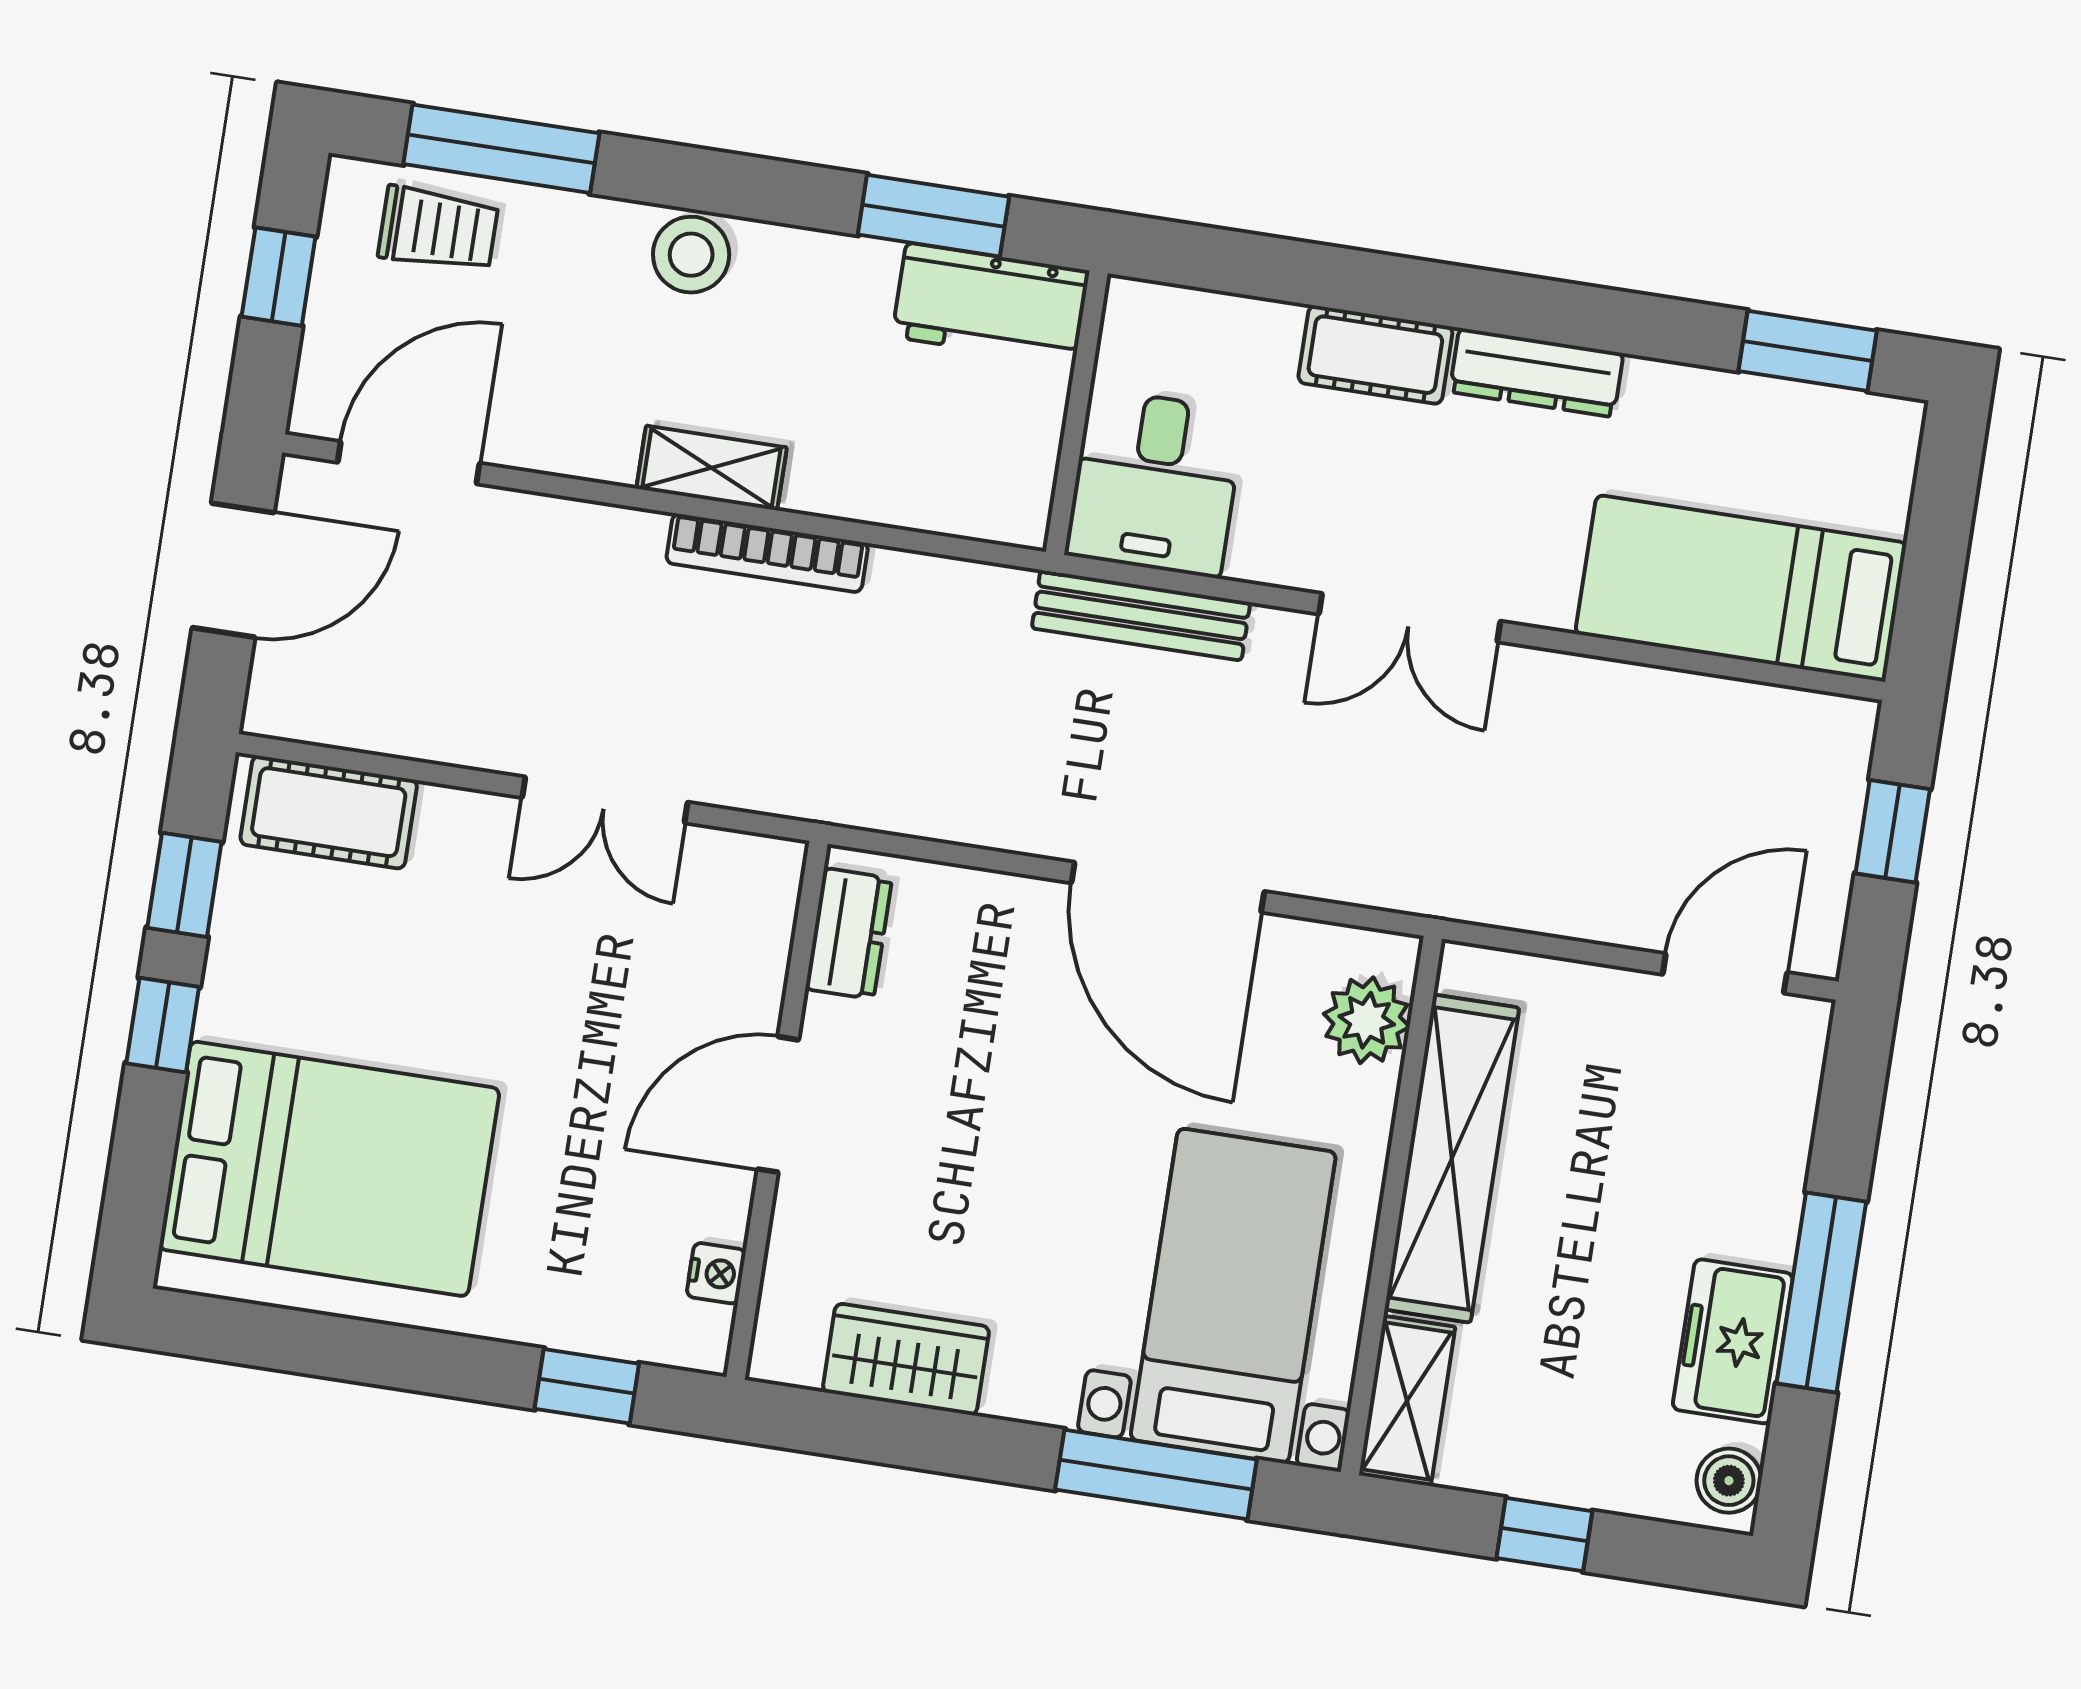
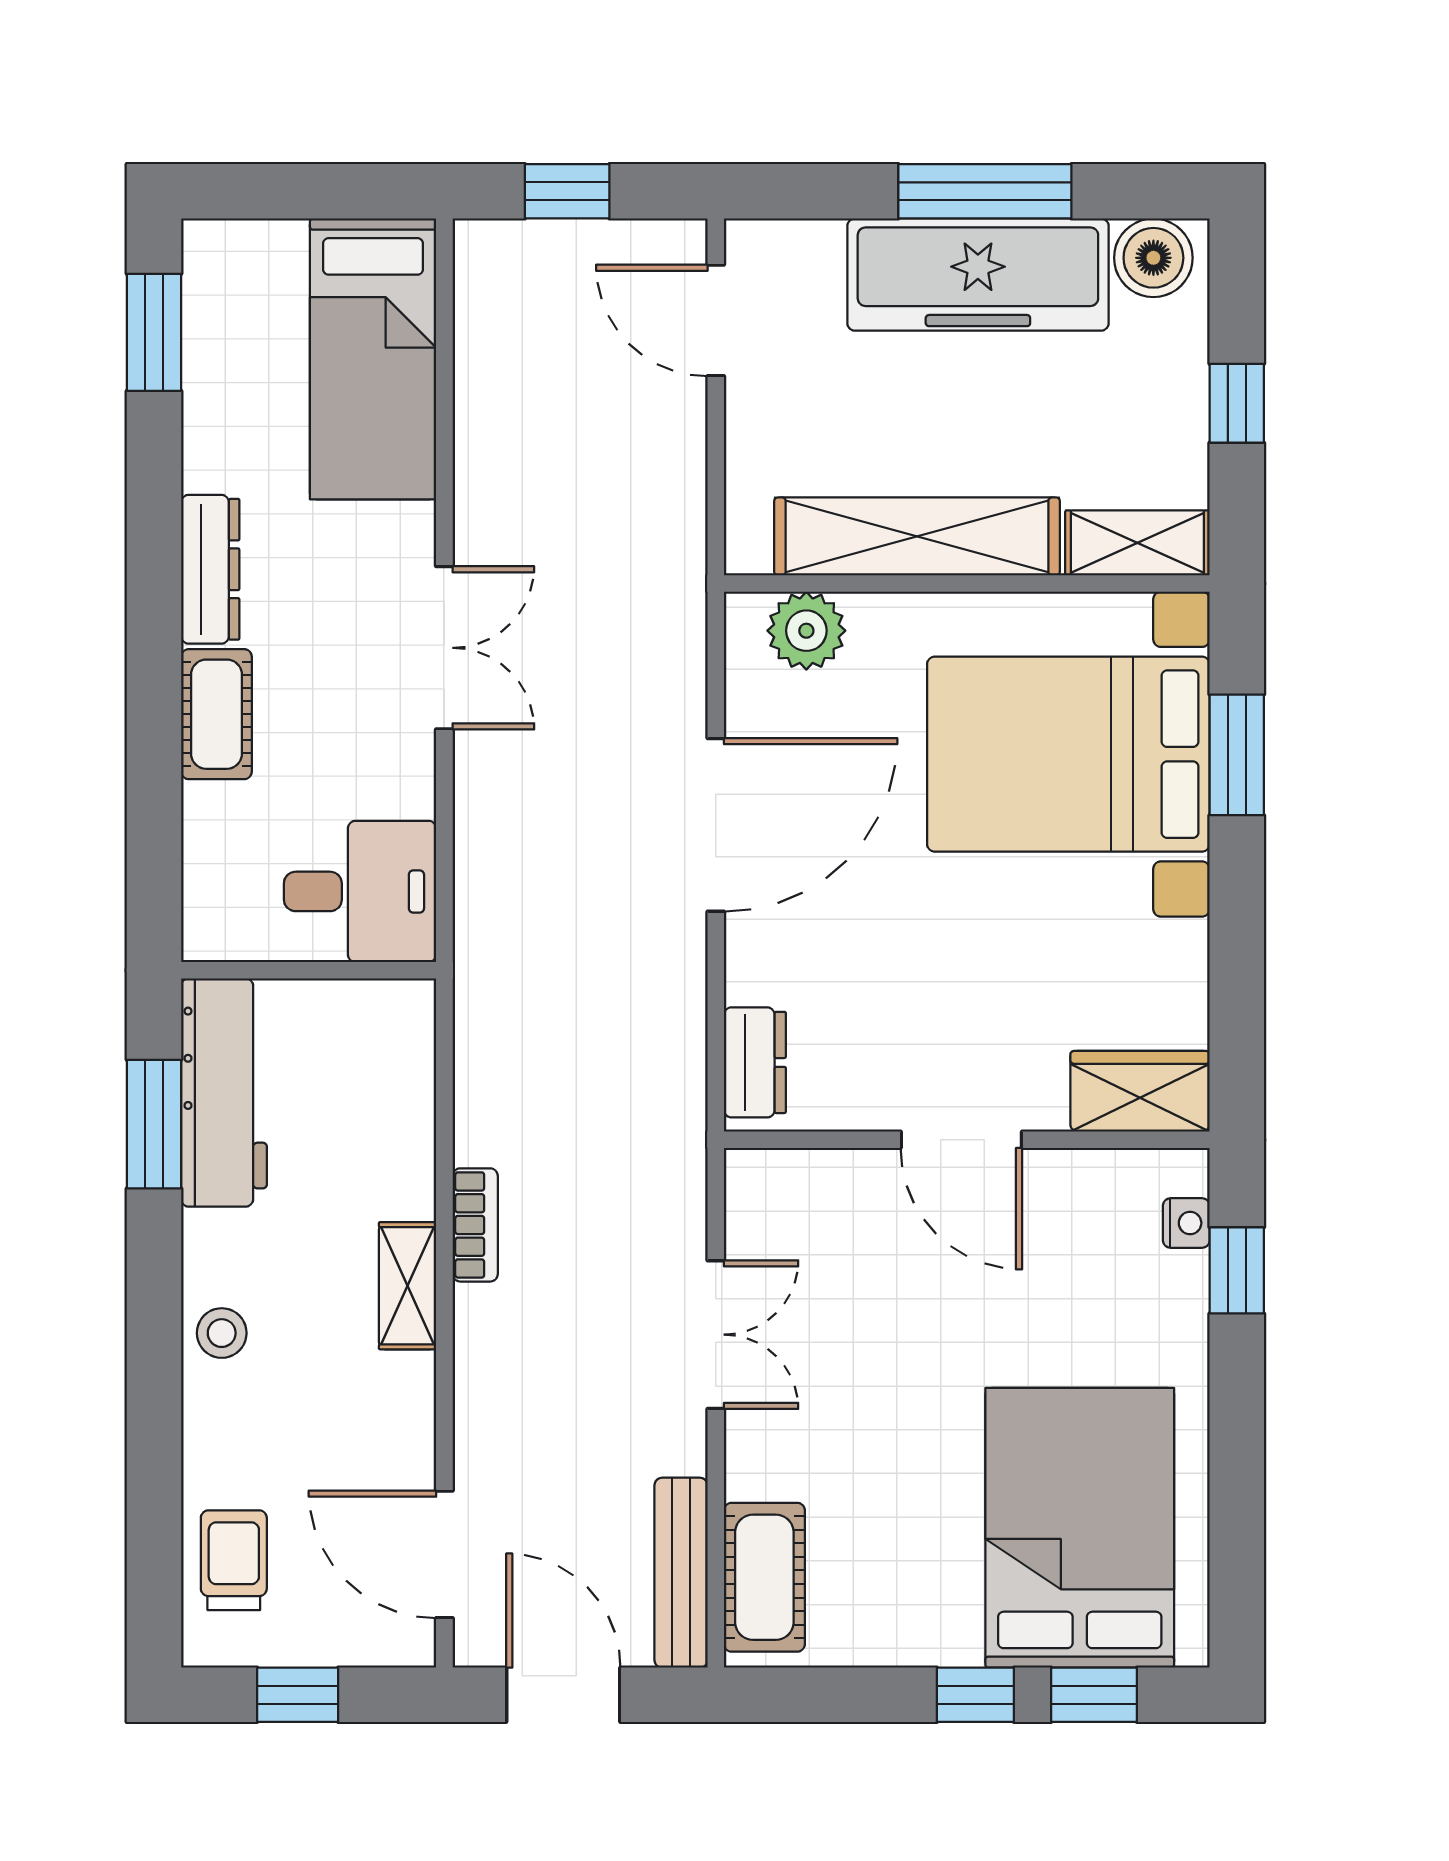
window: (501, 149) -> (154, 1515), removed
stool: (691, 255) -> (222, 1333), width x0.73, depth x0.73
workbench: (991, 304) -> (224, 1093), width x1.38
bookcase: (767, 553) -> (475, 1225), width x0.64
bench: (1141, 615) -> (681, 1573), moved
window: (184, 885) -> (1094, 1695), moved
dresser: (849, 934) -> (755, 1062), moved, turned 90
nightstand: (716, 1273) -> (1186, 1223), moved, turned 90
bed with nightstands: (1233, 1296) -> (1068, 754), width x1.36
freezer: (1733, 1341) -> (978, 275), width x1.91, depth x1.26
wardrobe: (906, 1359) -> (1140, 1091), moved, turned 90
window: (1156, 1474) -> (1237, 755), width x0.69
boiler: (1729, 1481) -> (1153, 258), width x1.36, depth x1.36

